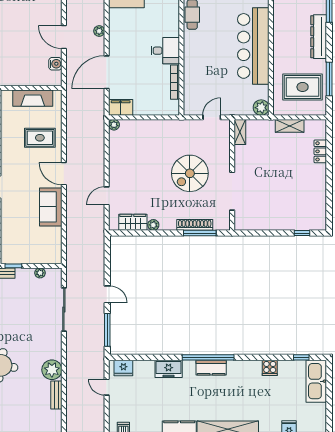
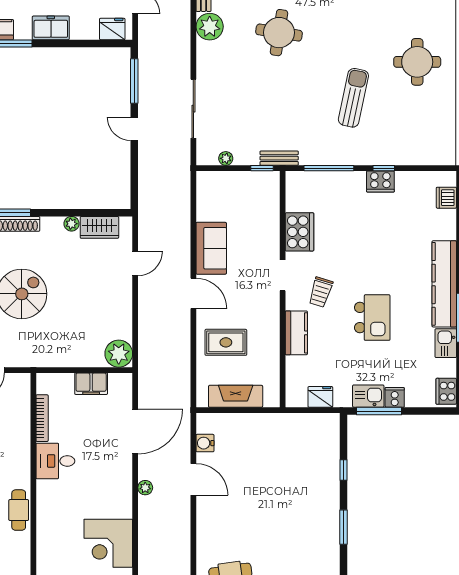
filing cabinet: (121, 107) -> (91, 384), moved
plant: (114, 125) -> (119, 354), width x1.87, depth x1.87

